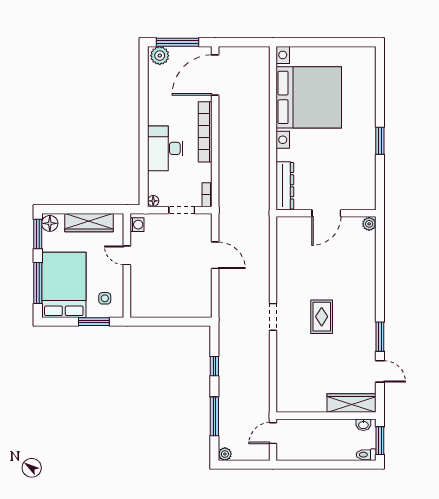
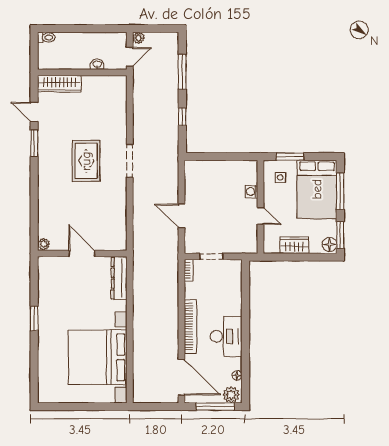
door: (215, 75) -> (181, 377), hinge flipped
desk: (165, 148) -> (226, 336), moved
floor lamp: (153, 201) -> (237, 375), moved
door: (326, 213) -> (82, 254), hinge flipped
wardrobe: (89, 223) -> (294, 245), width x0.67
washing machine: (137, 225) -> (251, 192), moved
doorway: (273, 317) -> (130, 161), width x1.38
rug: (322, 317) -> (86, 161), width x1.36, depth x1.43
washbasin: (363, 425) -> (97, 64), moved
window: (380, 441) -> (34, 50), removed
plant: (225, 454) -> (138, 38), moved

